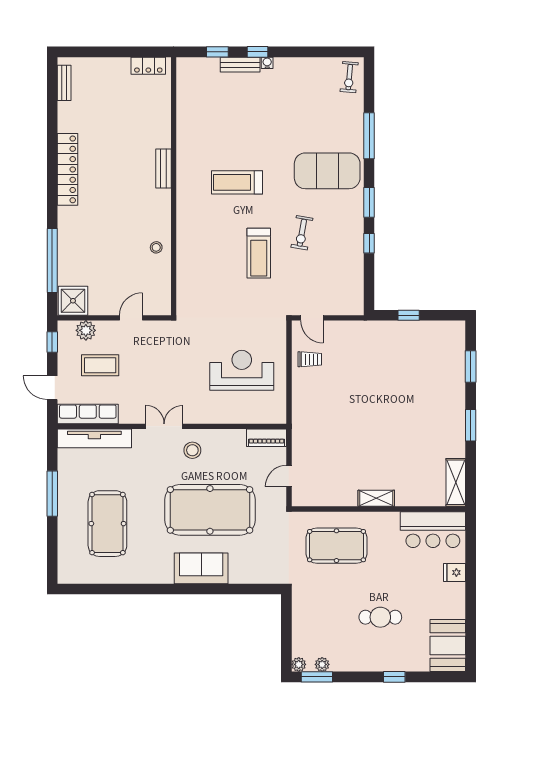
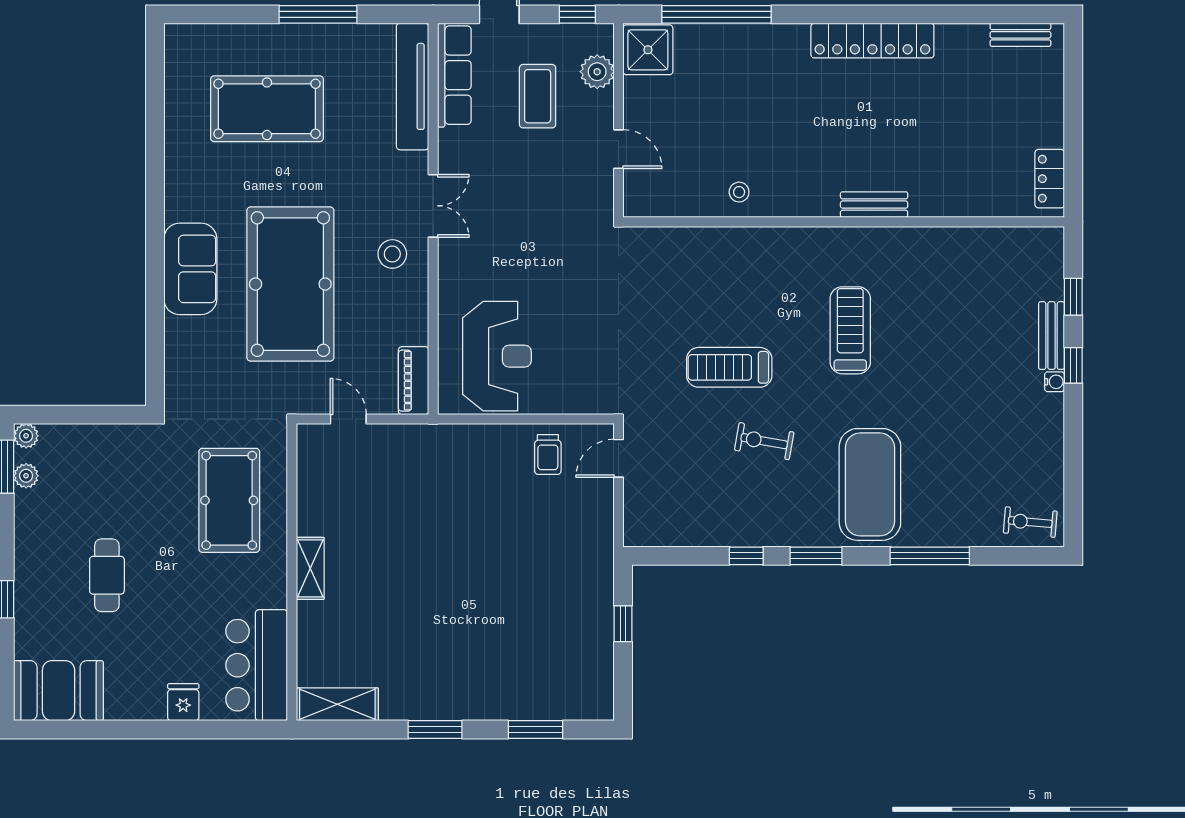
reception desk: (242, 370) -> (497, 356), moved

